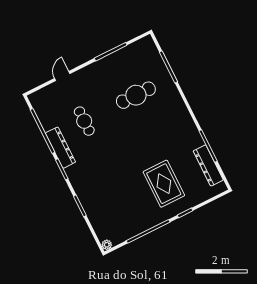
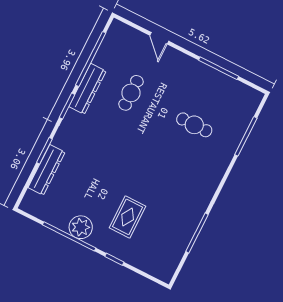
door: (62, 76) -> (159, 38), swing flipped
cafe table: (136, 95) -> (194, 125), width x0.73, depth x0.74
dresser: (208, 165) -> (47, 170), moved, turned 180
rug: (164, 184) -> (128, 217), width x0.73, depth x0.70
plant: (107, 245) -> (81, 227), moved, width x1.87, depth x1.87

